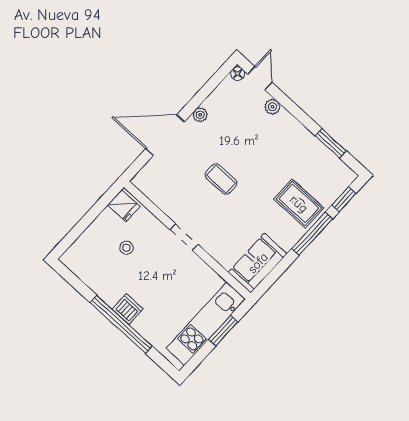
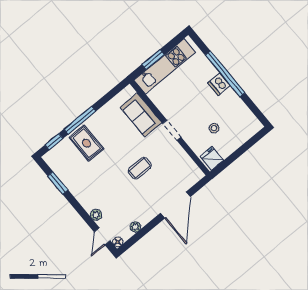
plant: (200, 115) -> (135, 227), moved
door: (165, 135) -> (175, 205), hinge flipped
coffee table: (221, 179) -> (140, 168), turned 90
sofa: (258, 263) -> (141, 115), moved, turned 90

